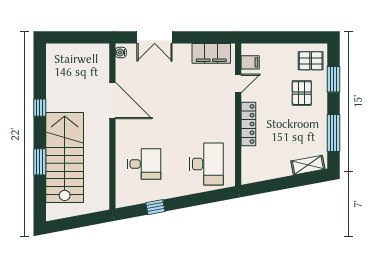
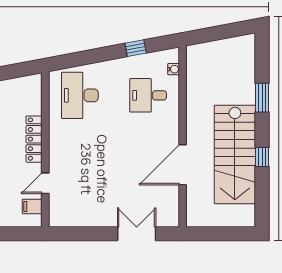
water cooler: (121, 52) -> (174, 69), moved
filing cabinet: (211, 53) -> (75, 216), removed
door: (112, 100) -> (183, 165), hinge flipped
stairs: (65, 158) -> (235, 154), moved

